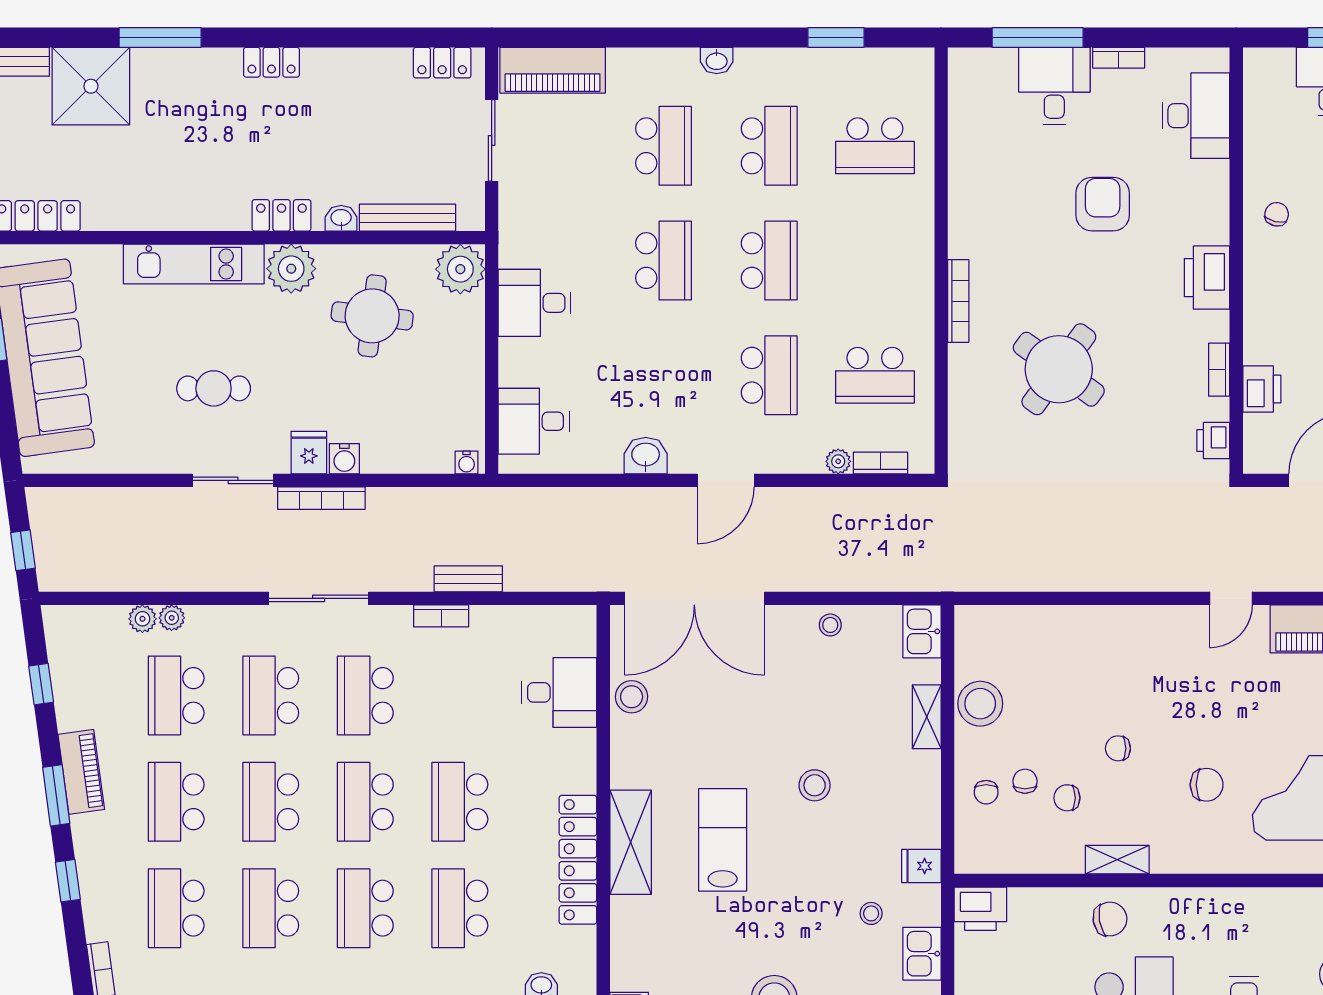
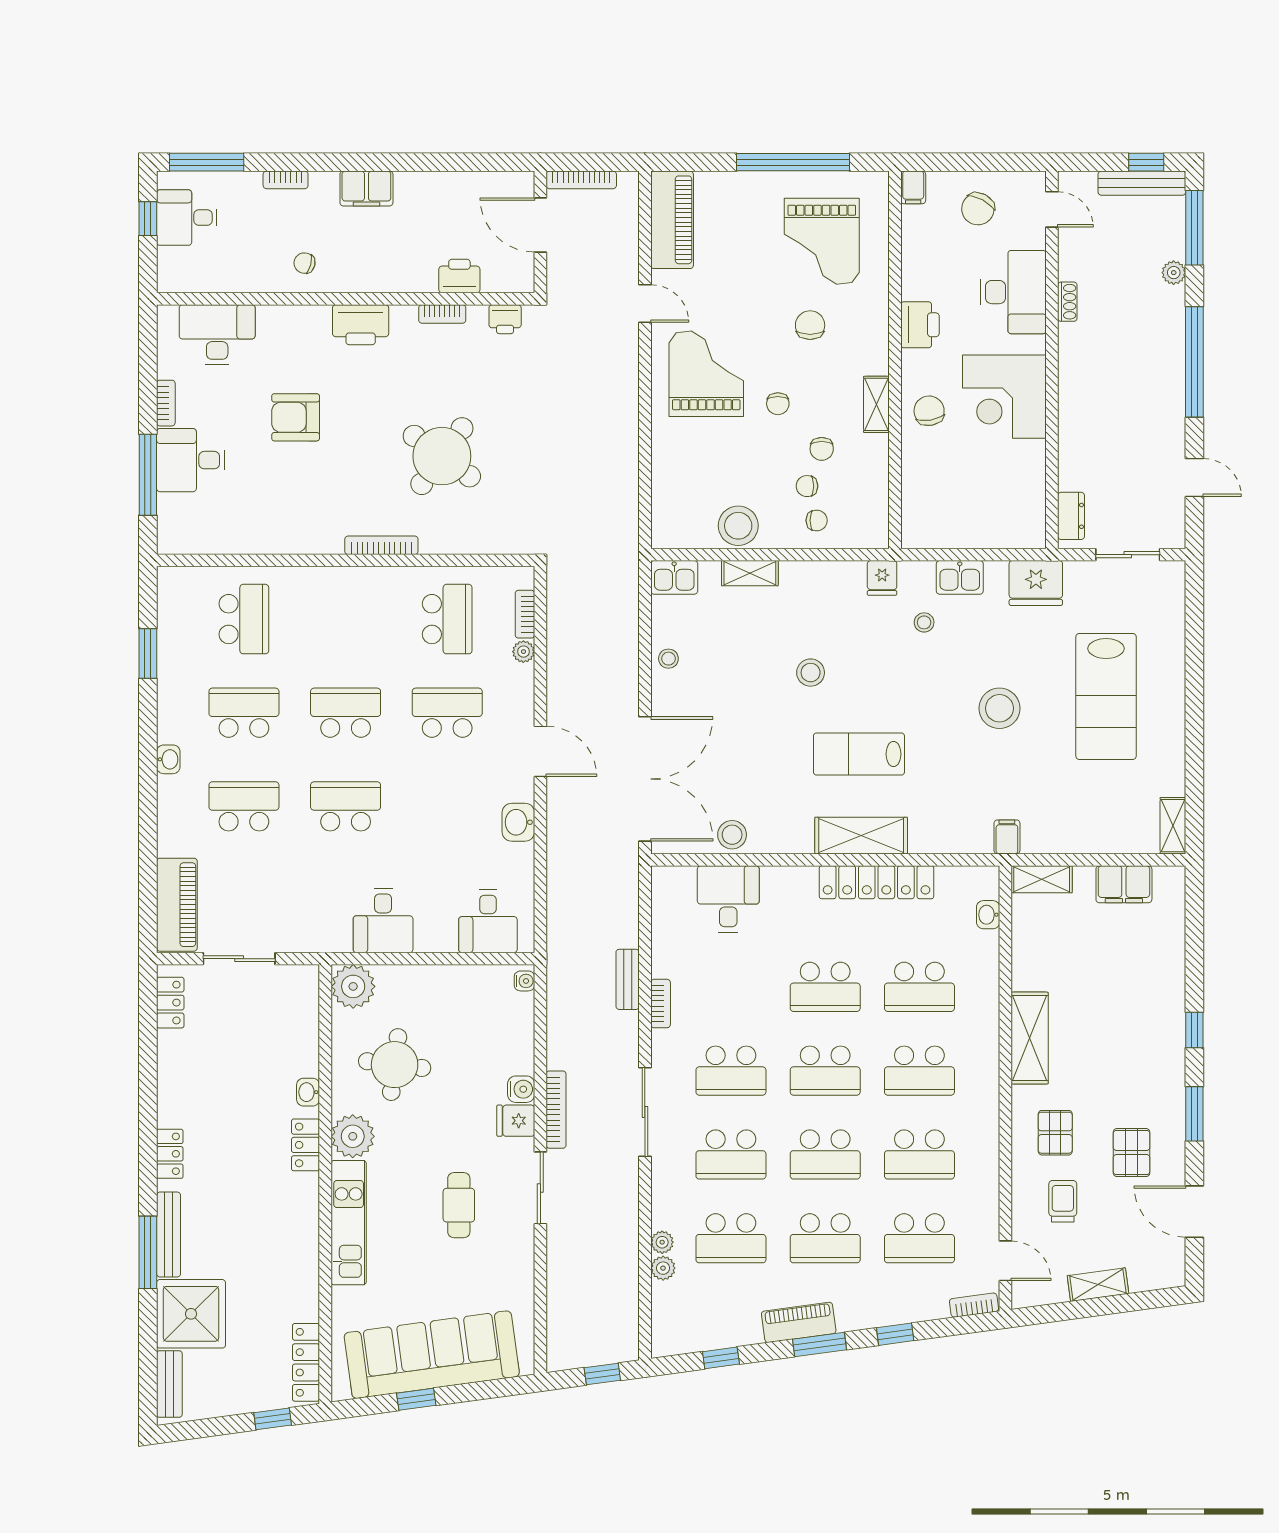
bench: (408, 218) -> (169, 1234), moved
grand piano: (1152, 668) -> (706, 374), added
printer: (980, 909) -> (920, 325), moved

